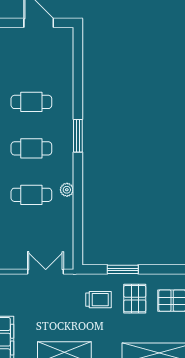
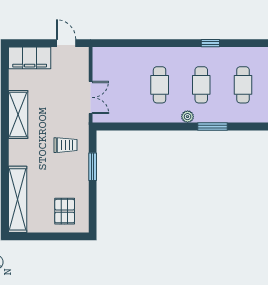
plant: (67, 190) -> (188, 117), moved
pallet: (135, 299) -> (66, 178), removed
trolley: (98, 300) -> (66, 145), turned -90

